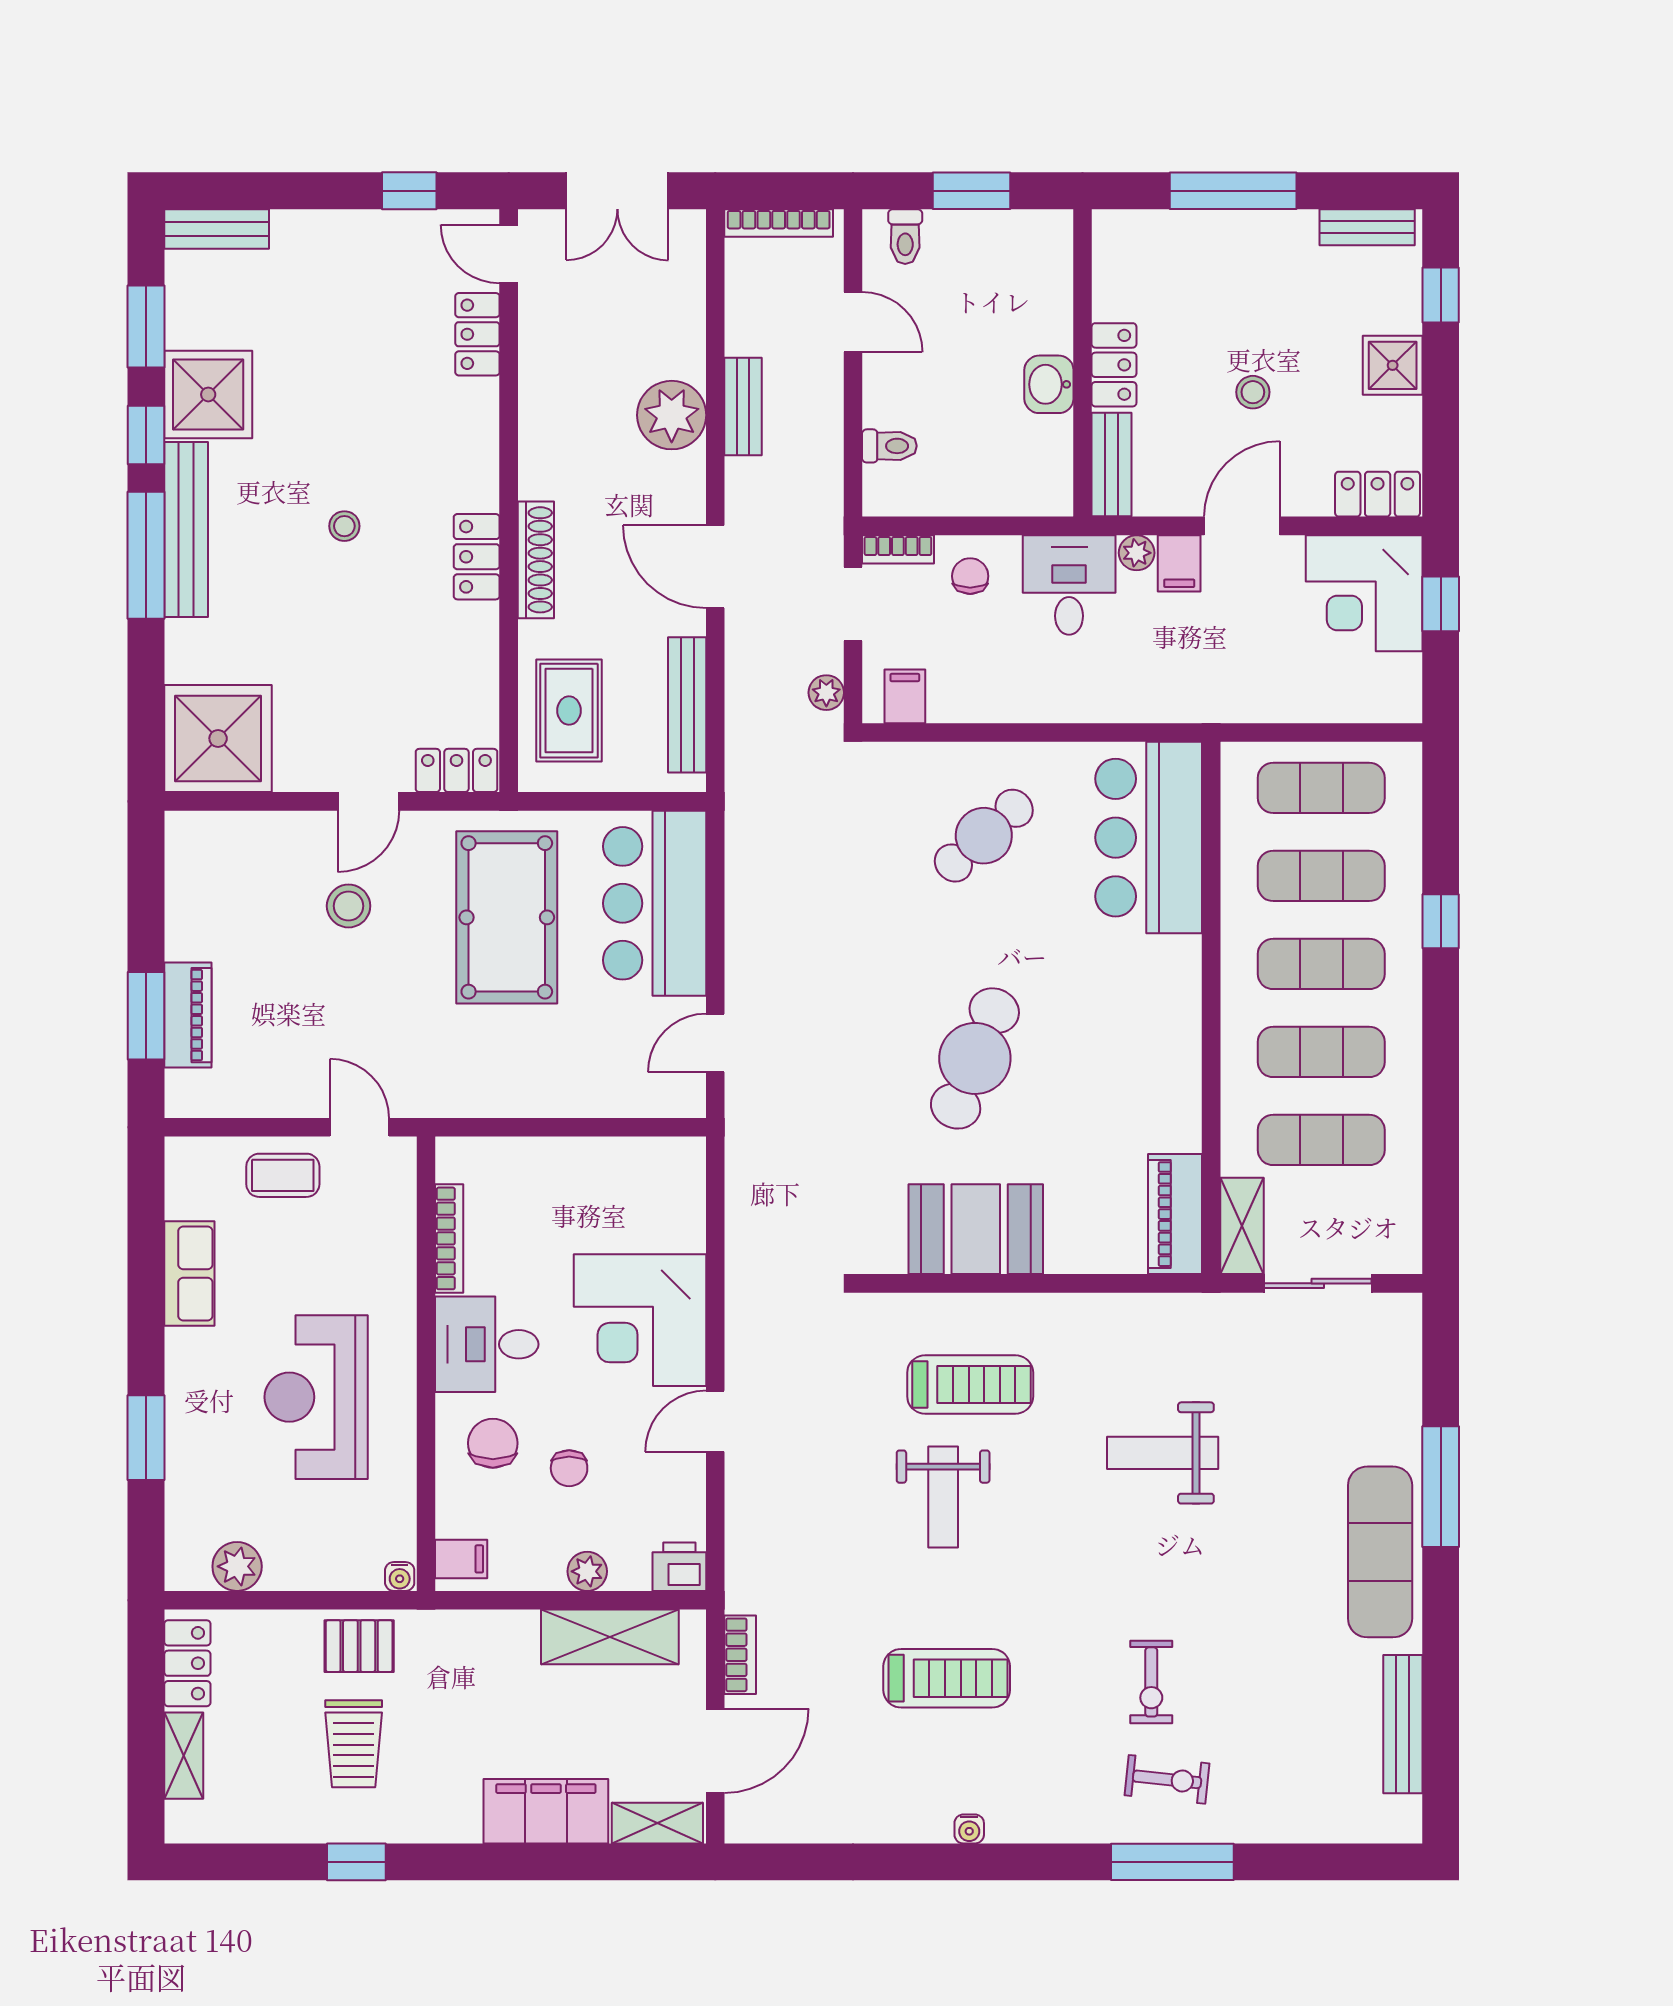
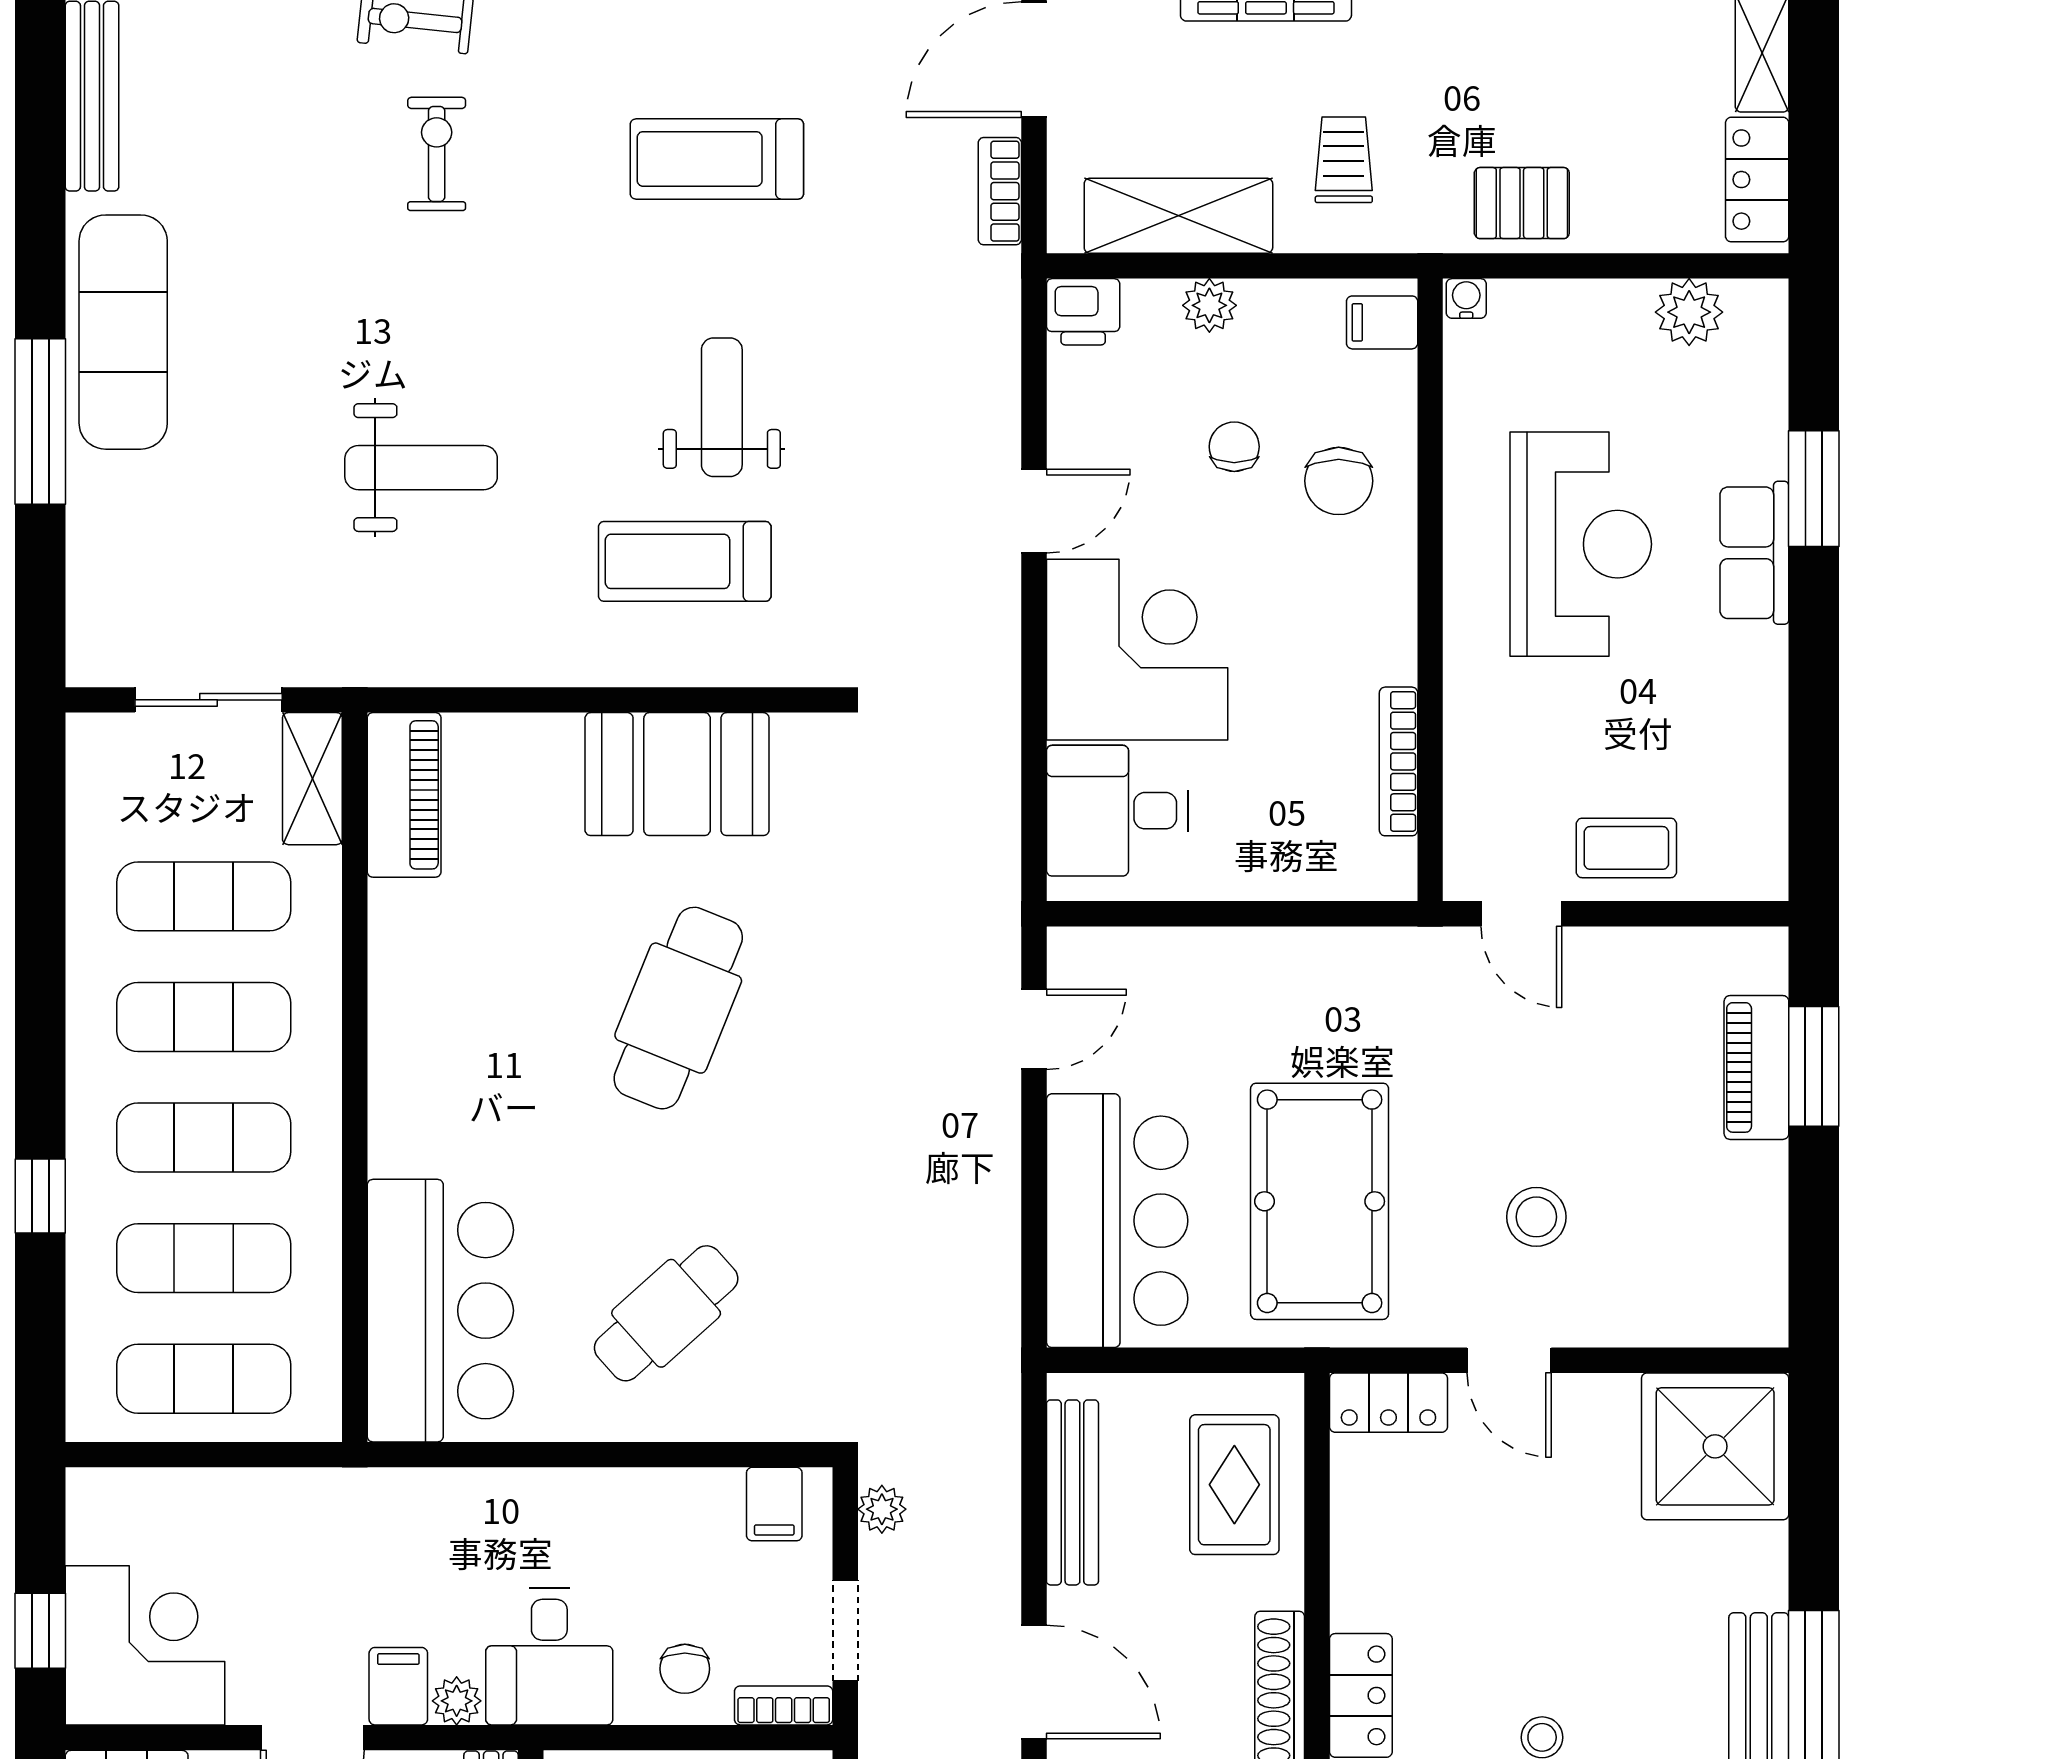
door: (368, 801) -> (1509, 1360), swing flipped
row of seats: (189, 1273) -> (1754, 553), moved
desk: (487, 1344) -> (1117, 811), moved, turned 180
trolley: (354, 1744) -> (1344, 160), moved, width x0.73, depth x0.72

